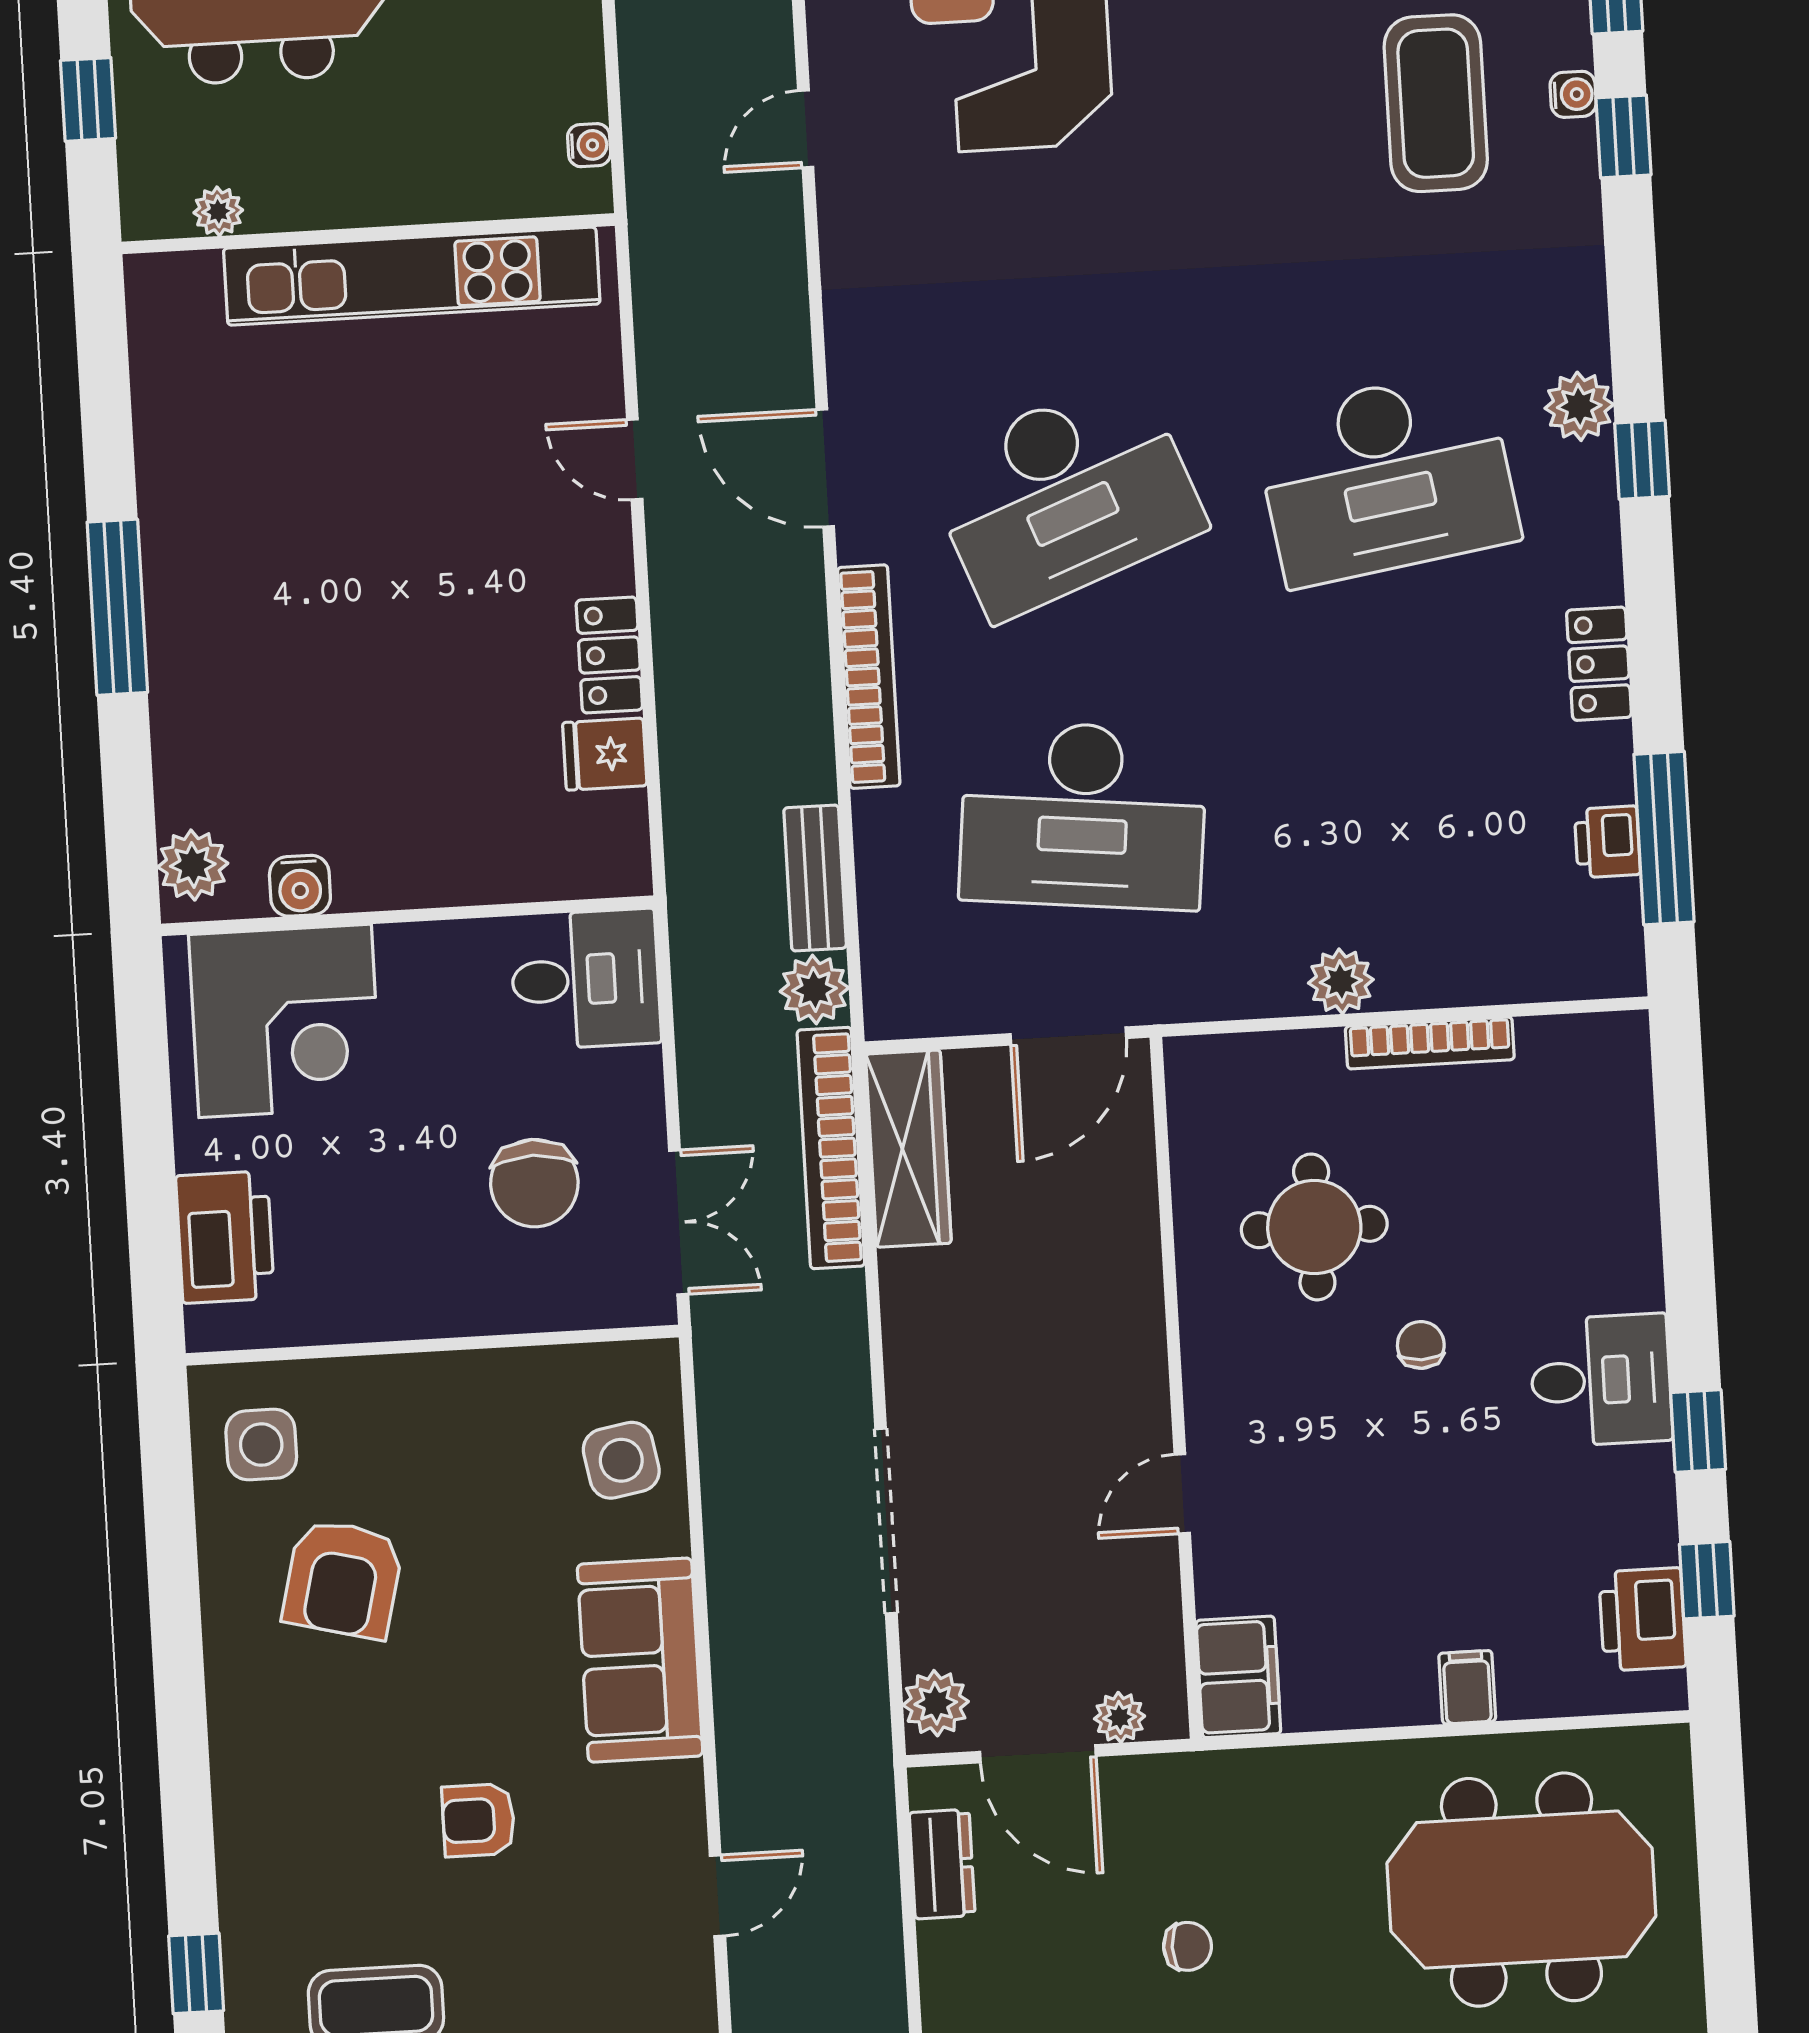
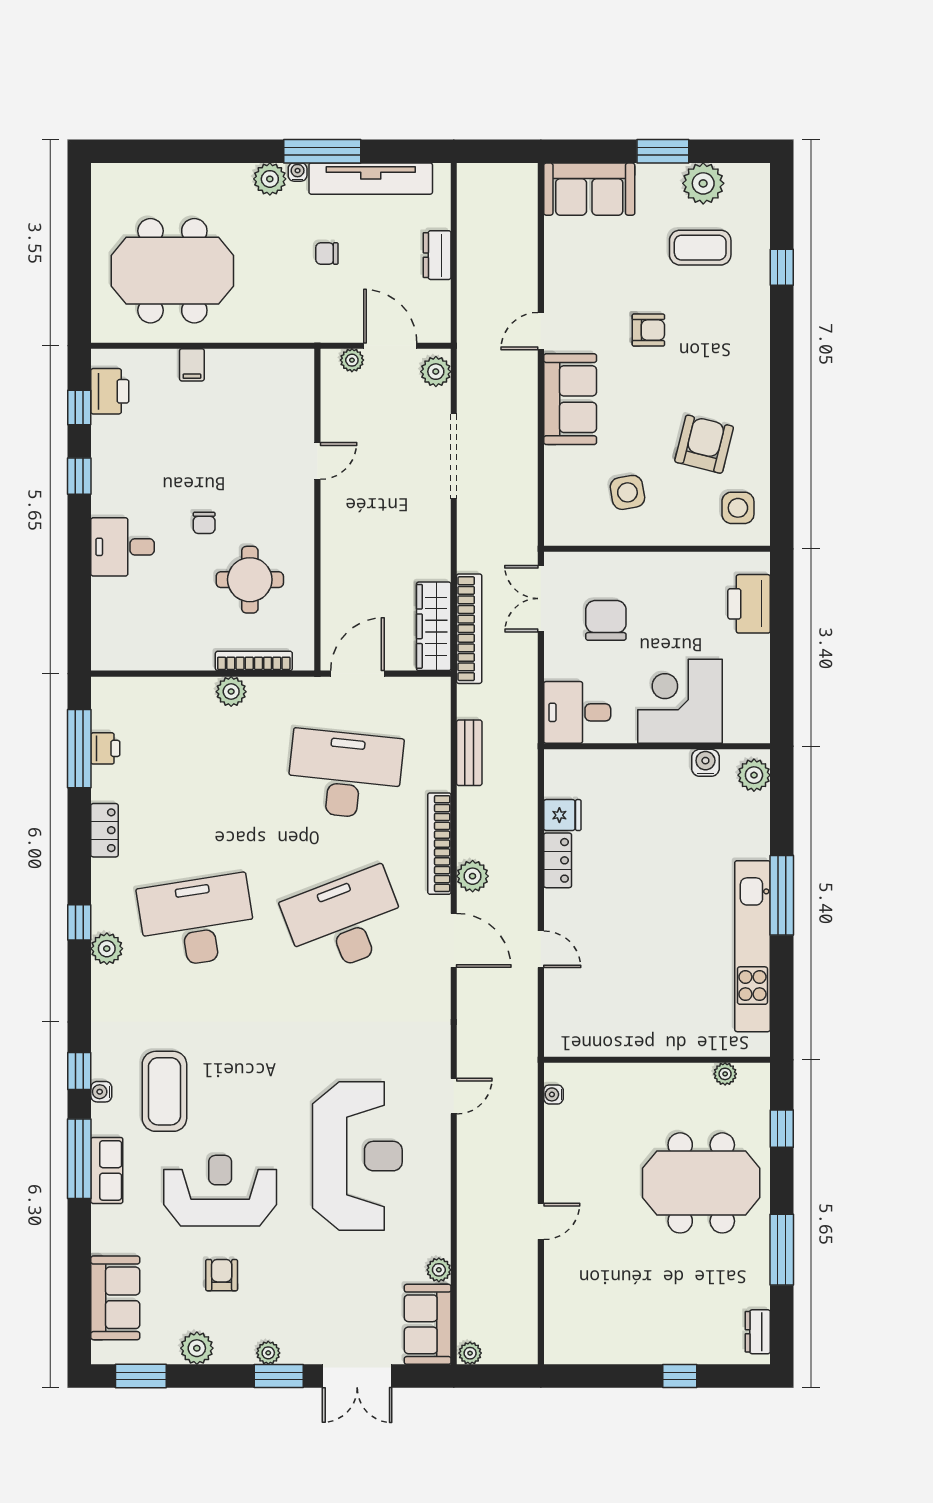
kitchen unit: (412, 276) -> (752, 946), moved, turned -90
plant: (814, 990) -> (473, 876), moved
corner desk: (285, 1021) -> (680, 701), moved
bookcase: (1430, 1043) -> (254, 661), moved
desk: (1601, 1380) -> (123, 547), moved
side table: (621, 1460) -> (627, 492), moved
filing cabinet: (1238, 1677) -> (296, 376), removed
dresser: (942, 1864) -> (437, 255), moved
door: (717, 1896) -> (541, 331), moved

